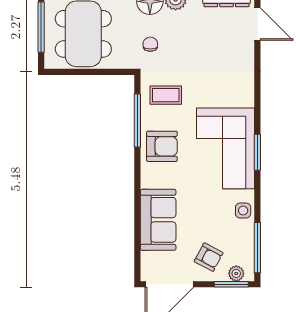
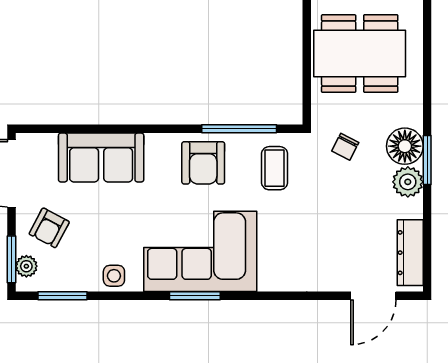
chair: (150, 44) -> (345, 147), turned 117
window: (257, 248) -> (62, 296), width x0.69

